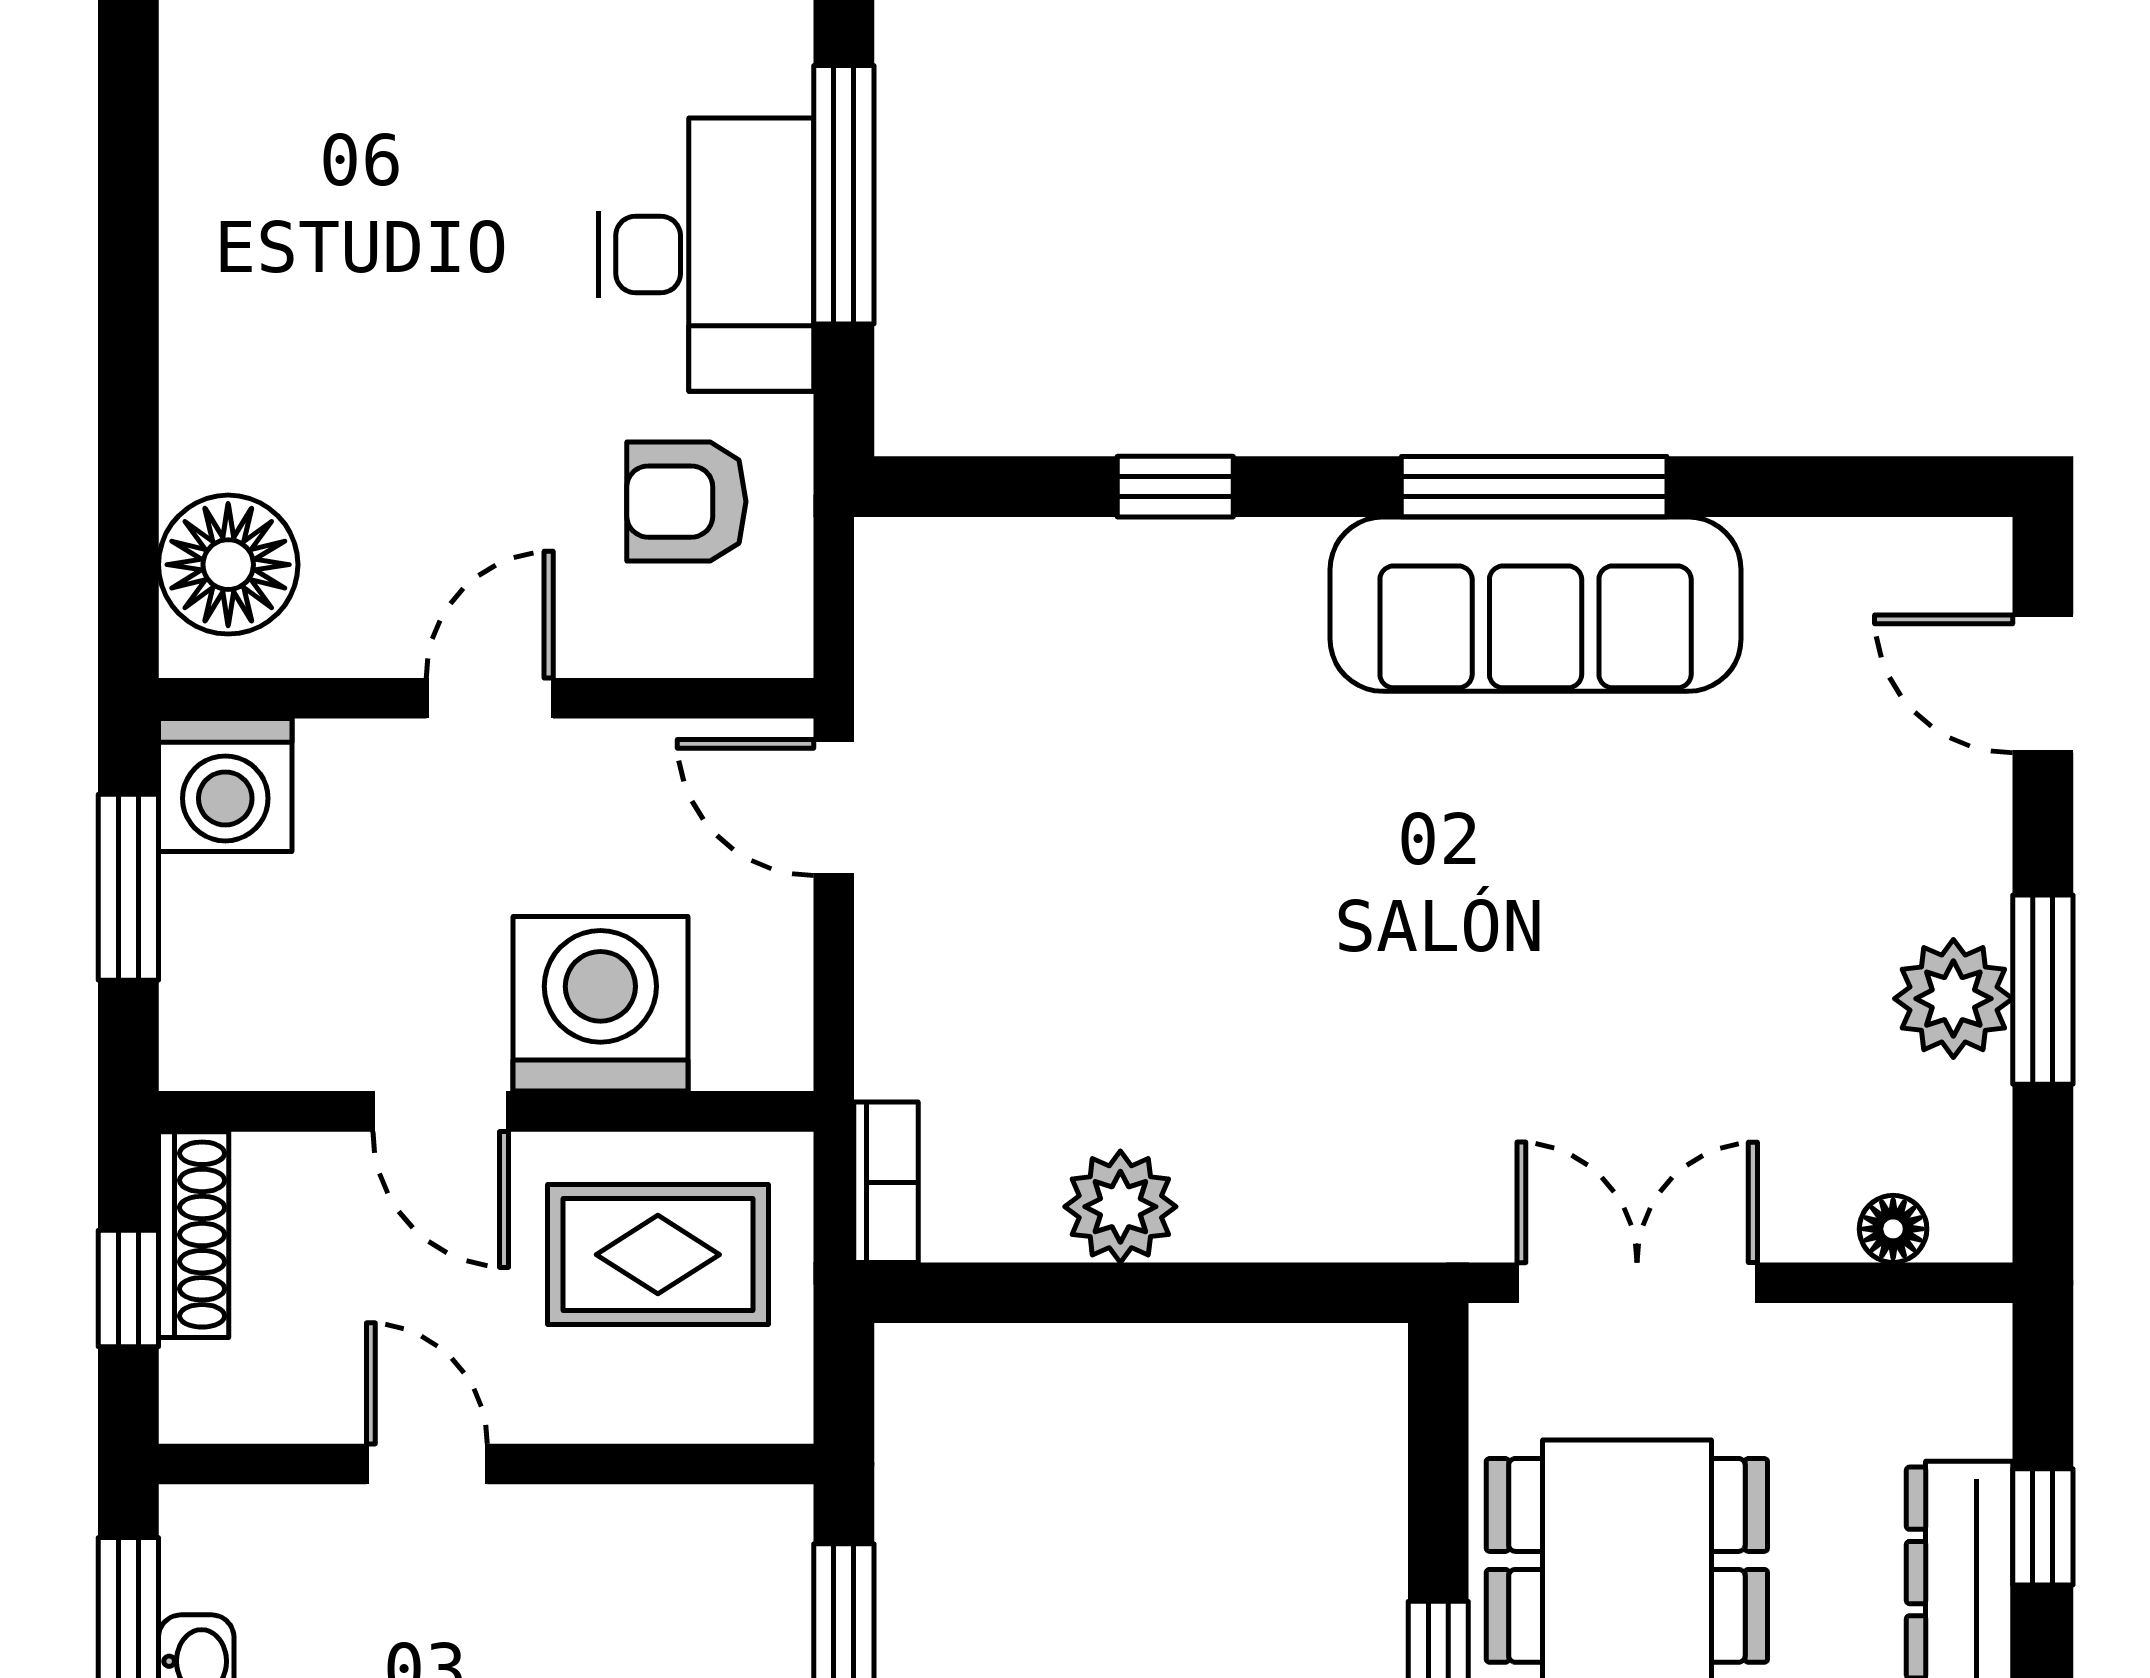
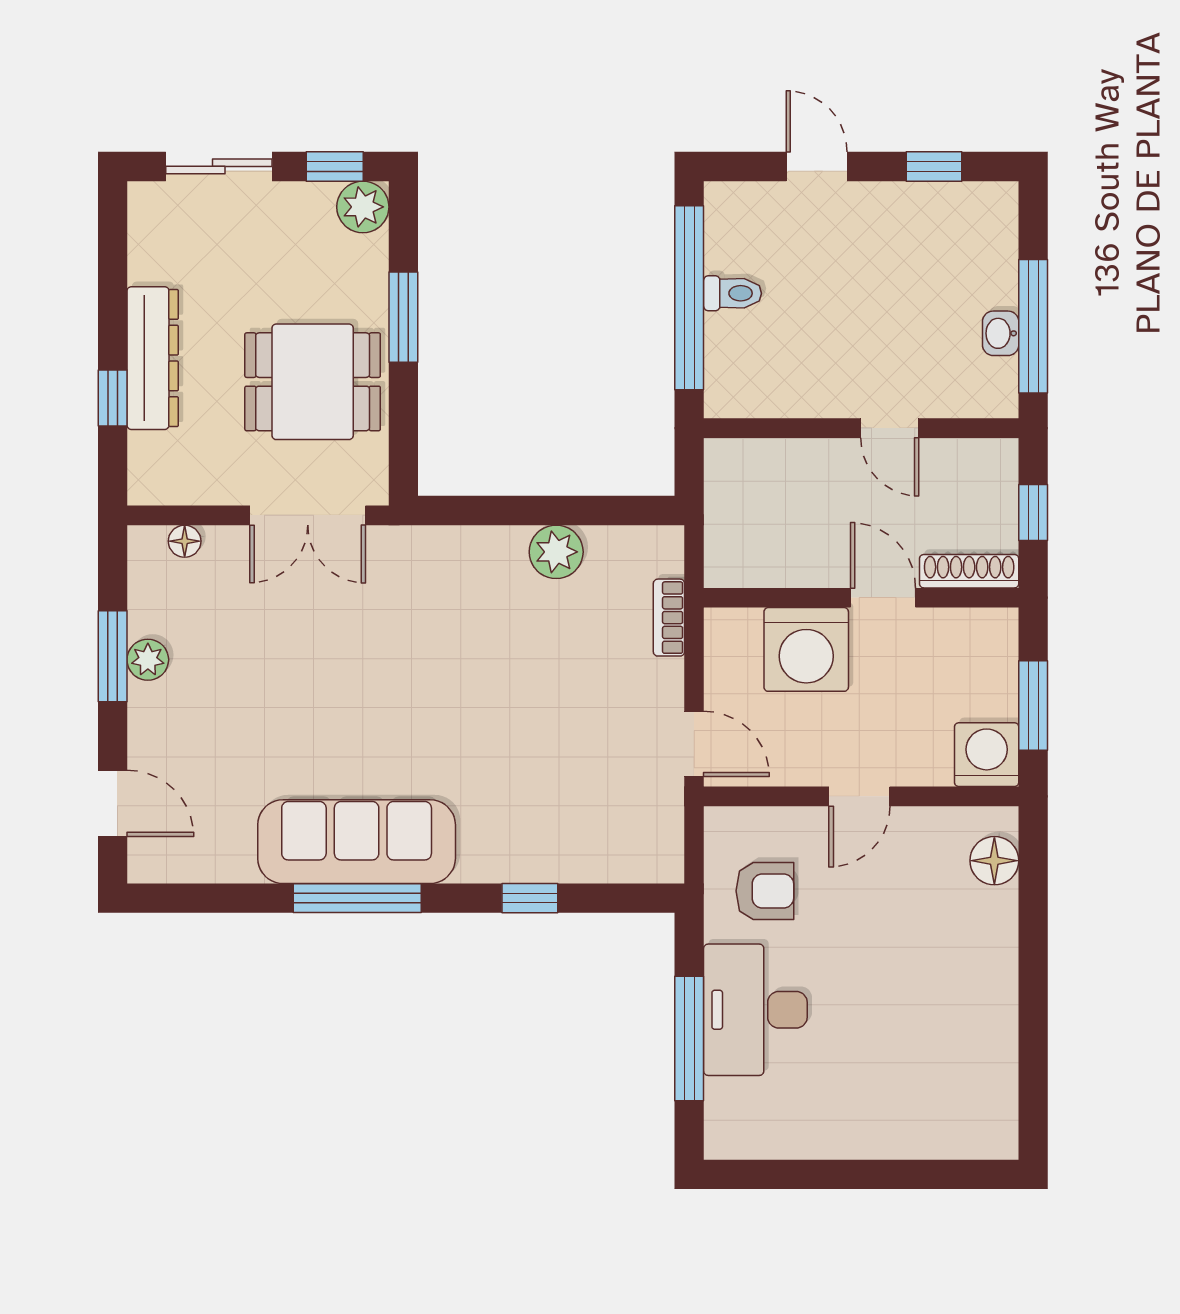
floor lamp: (228, 565) -> (994, 861), width x0.73, depth x0.73
plant: (1953, 999) -> (148, 660), width x0.73, depth x0.73
bookcase: (886, 1182) -> (669, 618), moved
shoe rack: (194, 1235) -> (969, 571), moved, turned 90
rug: (658, 1255) -> (779, 529), removed

